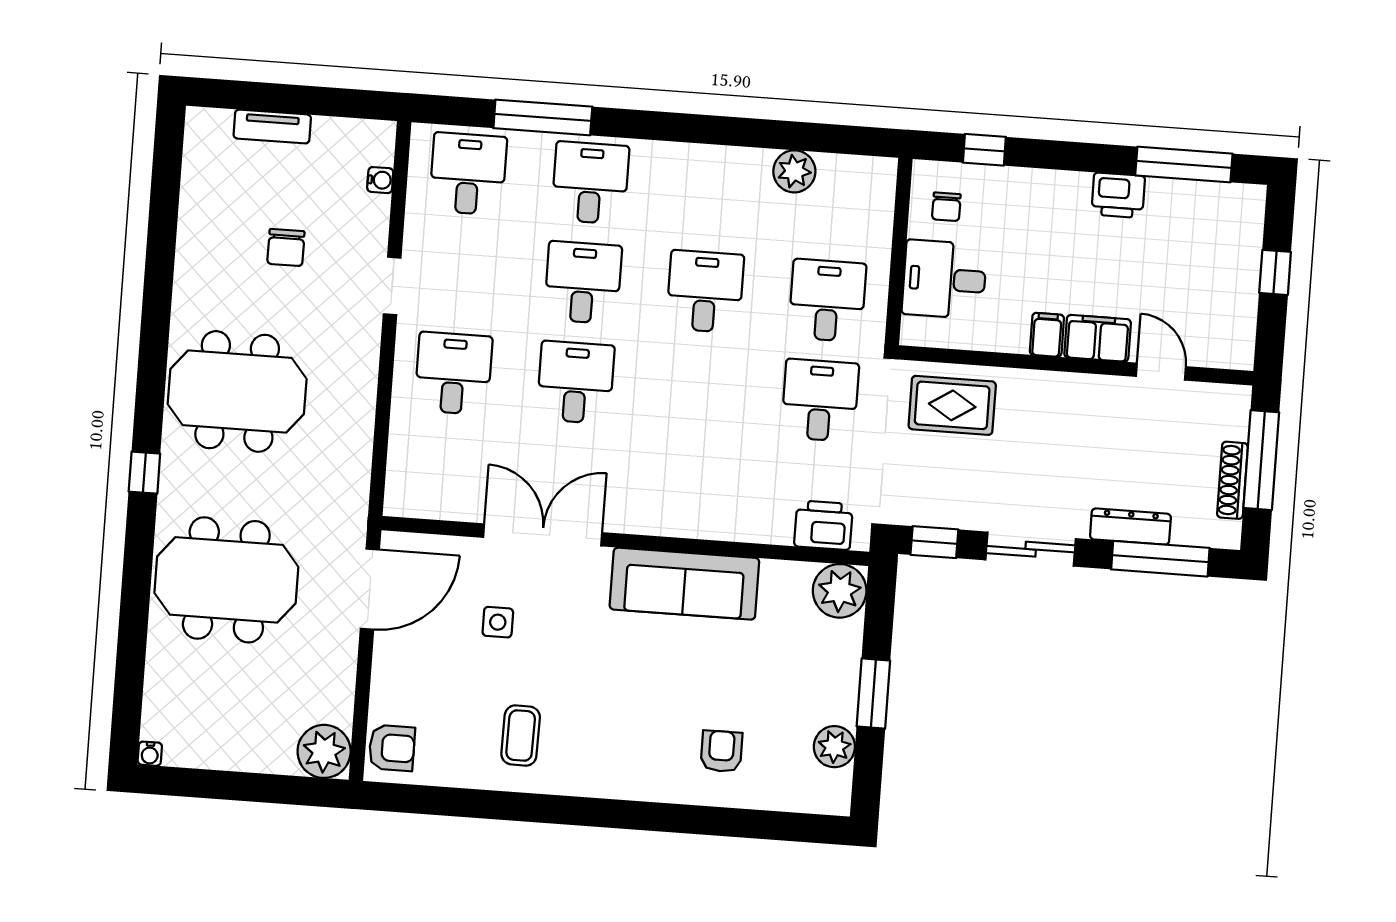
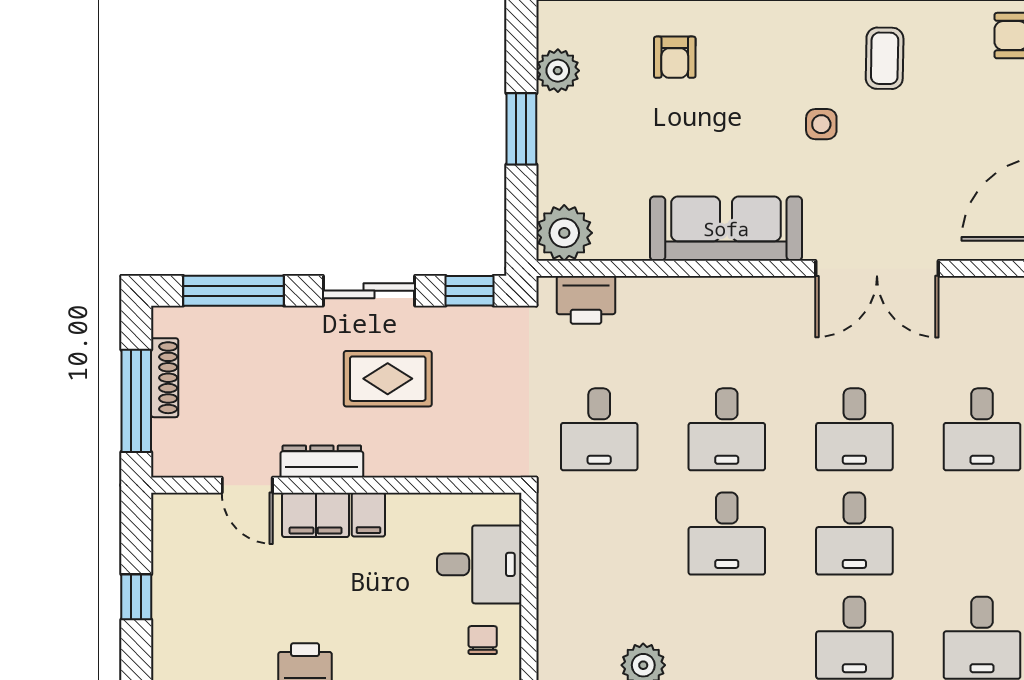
desk: (827, 301) -> (727, 429), moved
rug: (952, 405) -> (388, 379), moved
dresser: (1130, 527) -> (322, 462), moved, turned 180
side table: (498, 622) -> (821, 124), moved

